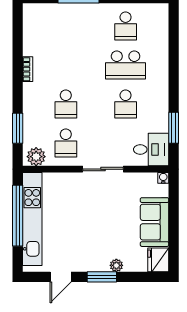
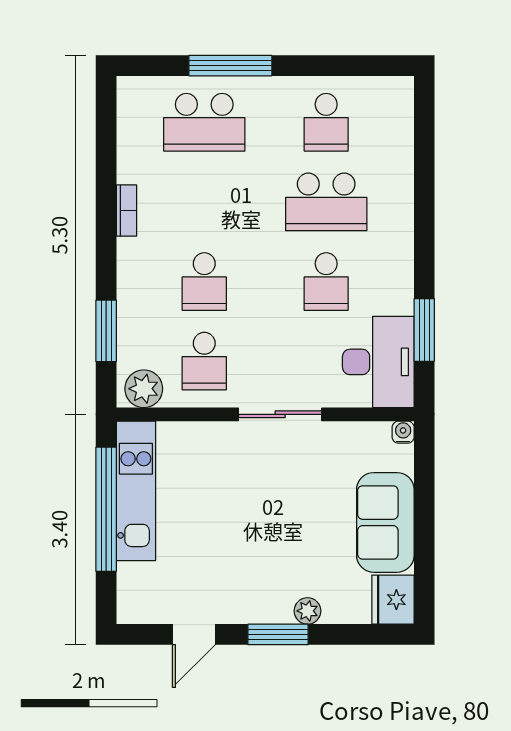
school desk: (66, 26) -> (204, 122), added
desk: (151, 149) -> (378, 362), width x1.37
kitchen unit: (32, 219) -> (136, 491), width x0.73

